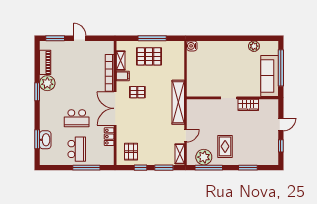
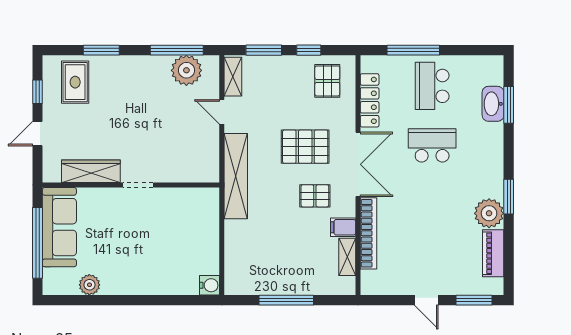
pallet: (149, 56) -> (305, 147), moved
wardrobe: (248, 105) -> (91, 171), width x1.50
door: (186, 136) -> (222, 112), hinge flipped
locker: (109, 137) -> (370, 100), width x1.53
rug: (225, 146) -> (75, 82), moved

